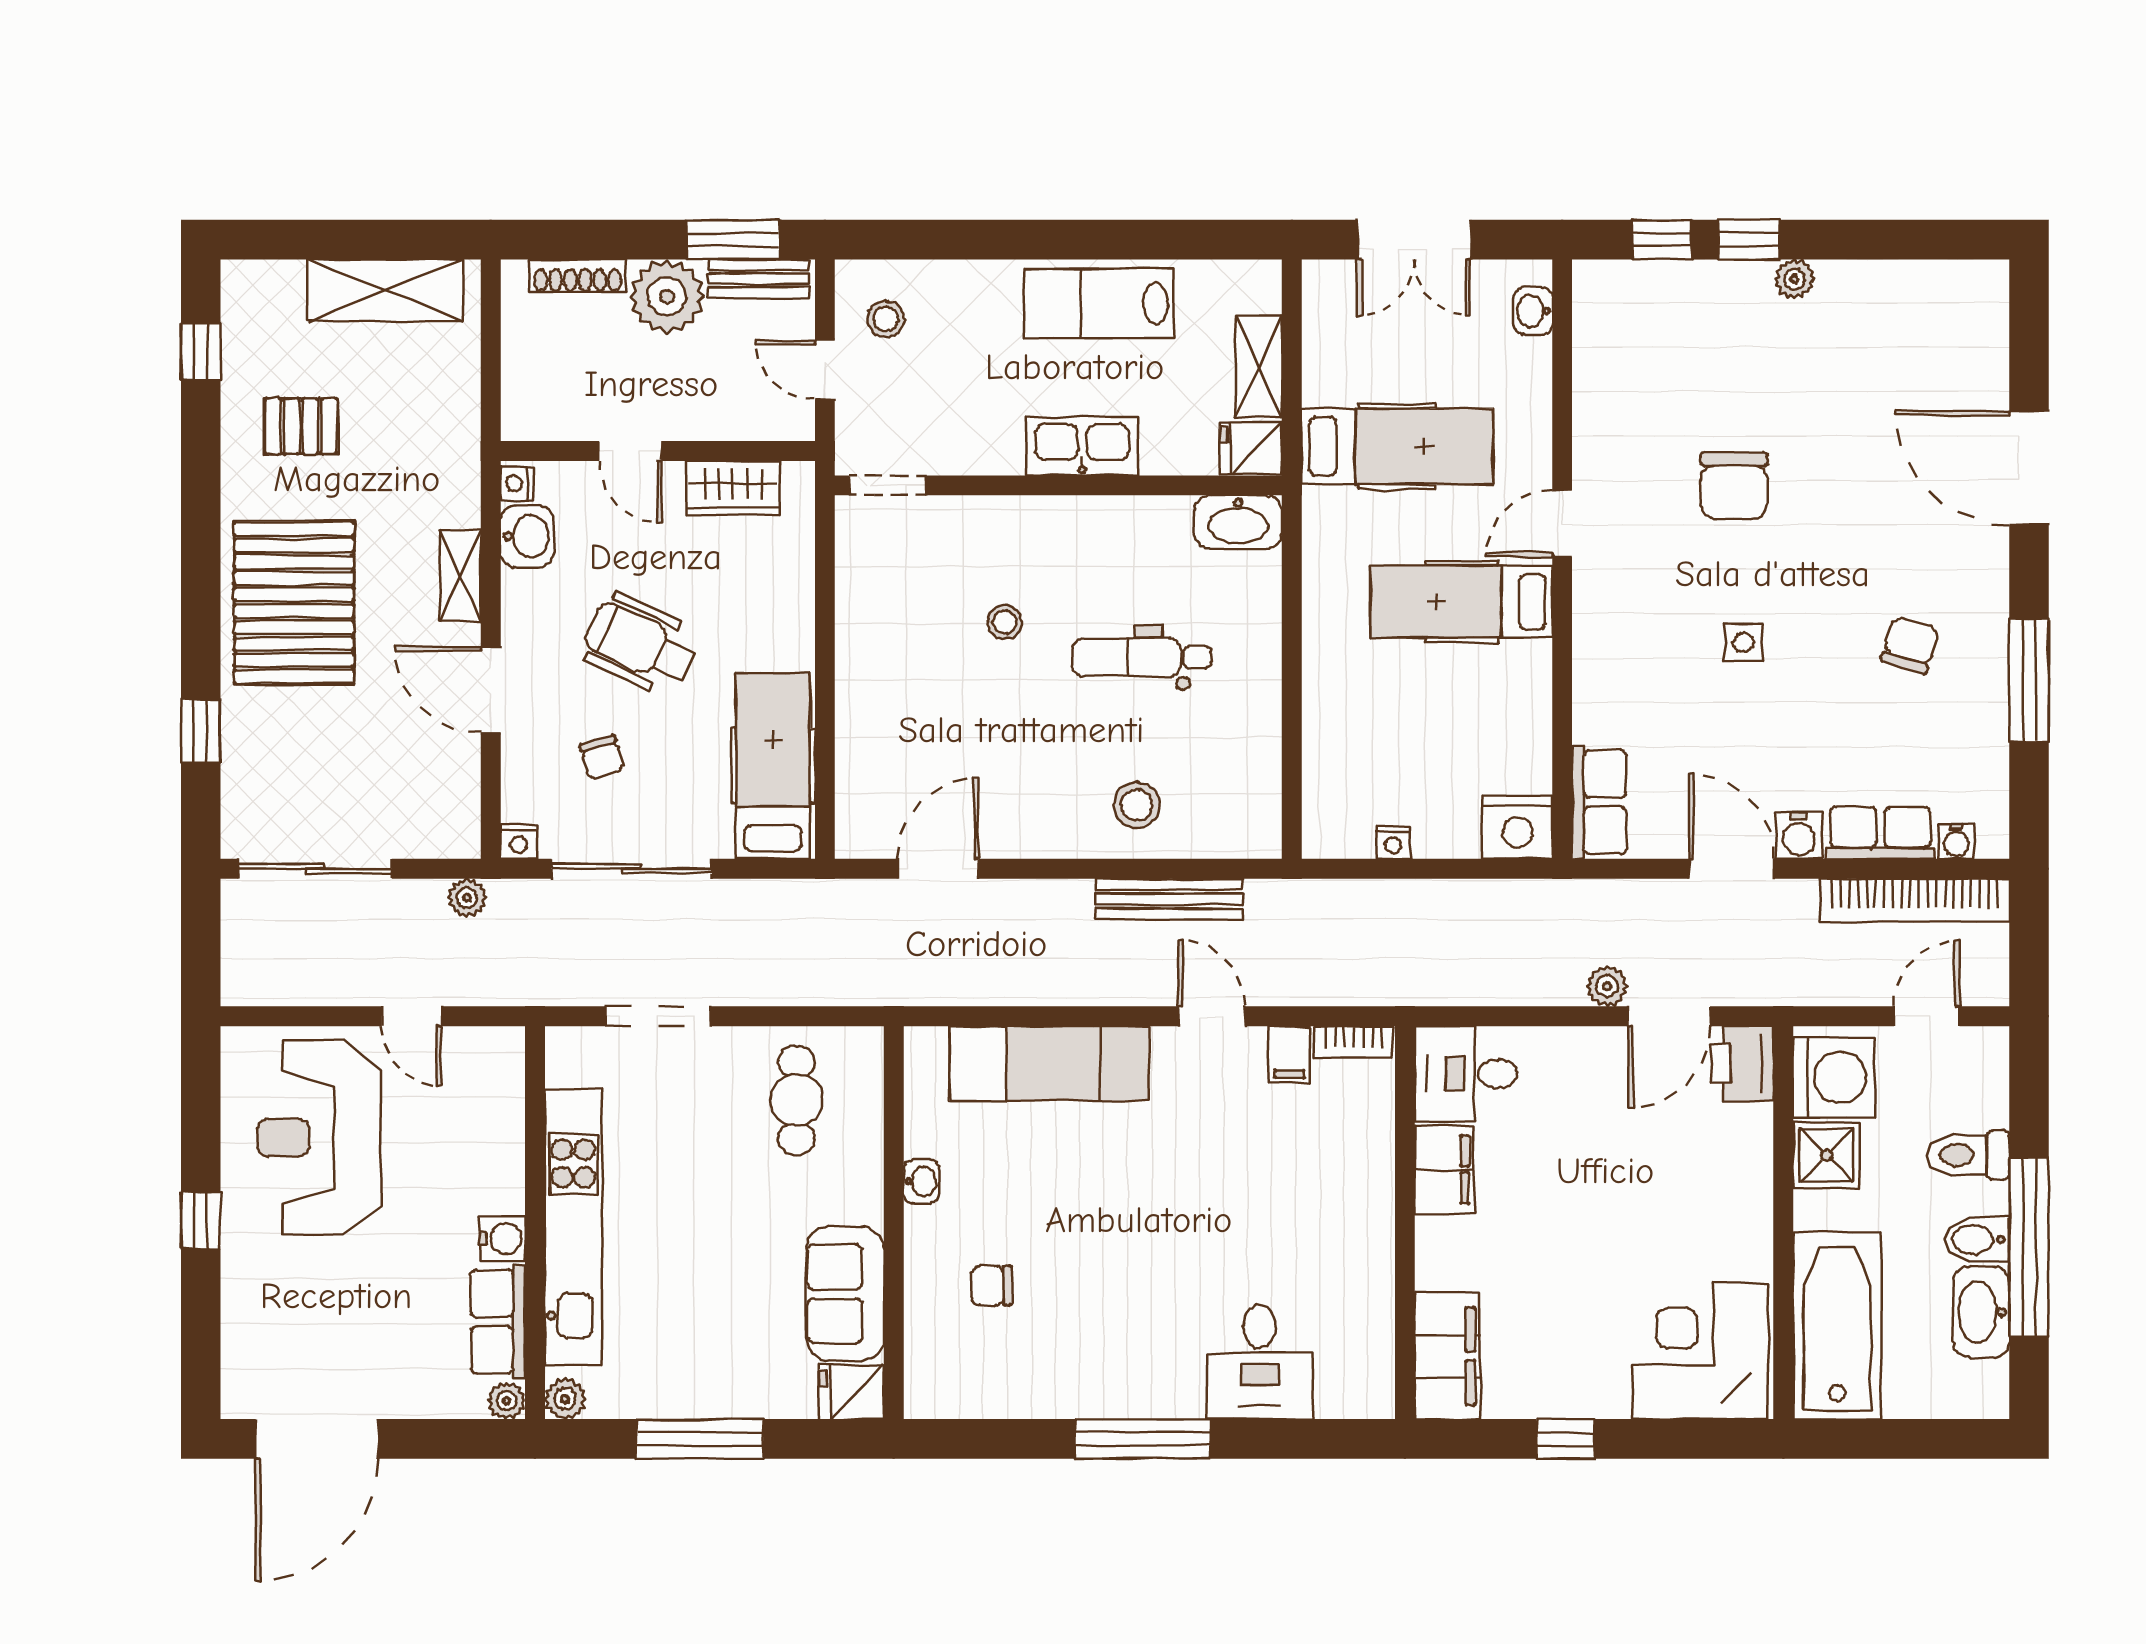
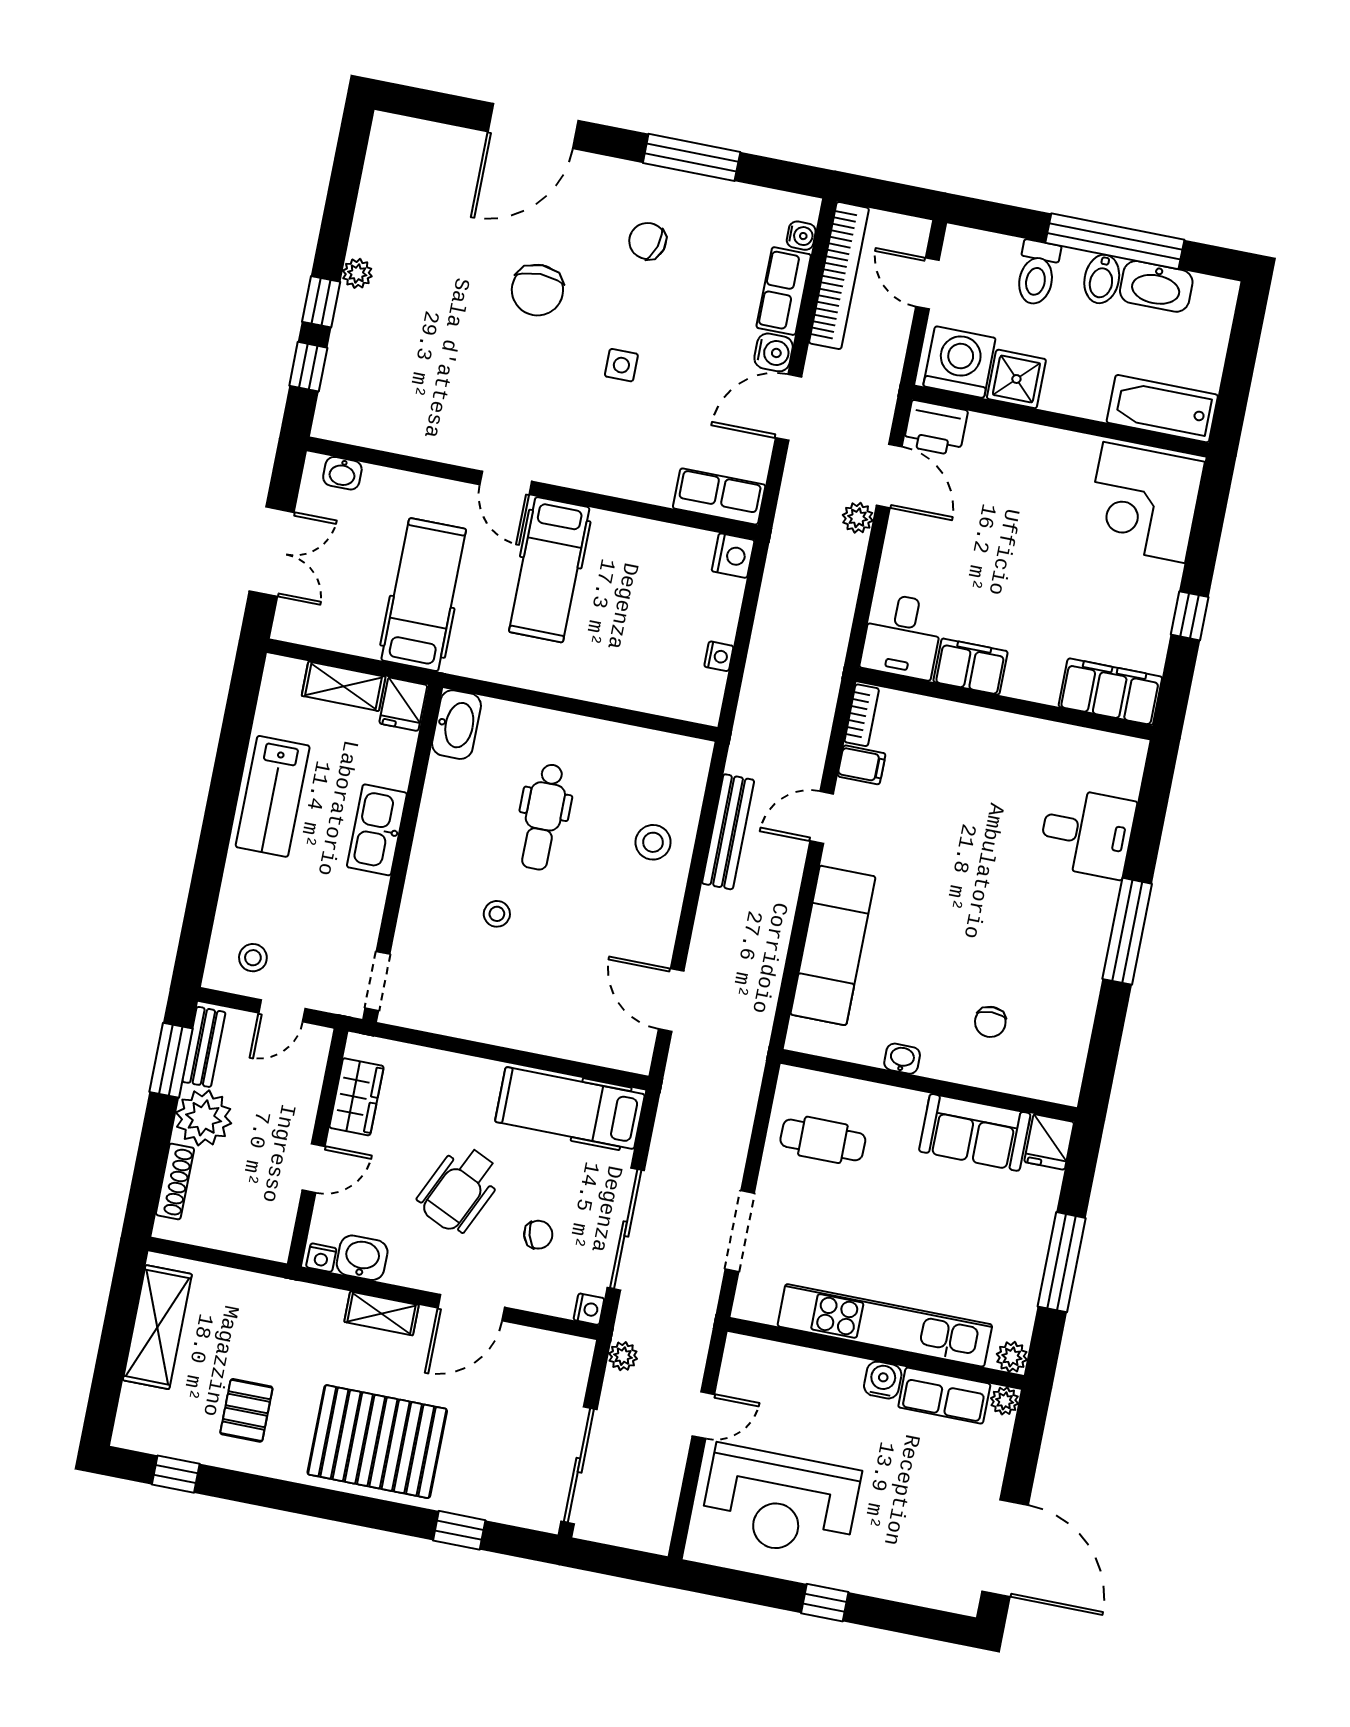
chair: (1734, 486) -> (537, 290), moved, turned 90
nightstand: (1517, 827) -> (733, 556), width x0.74, depth x0.75
bathtub: (1837, 1326) -> (1162, 409), width x0.73, depth x0.73

